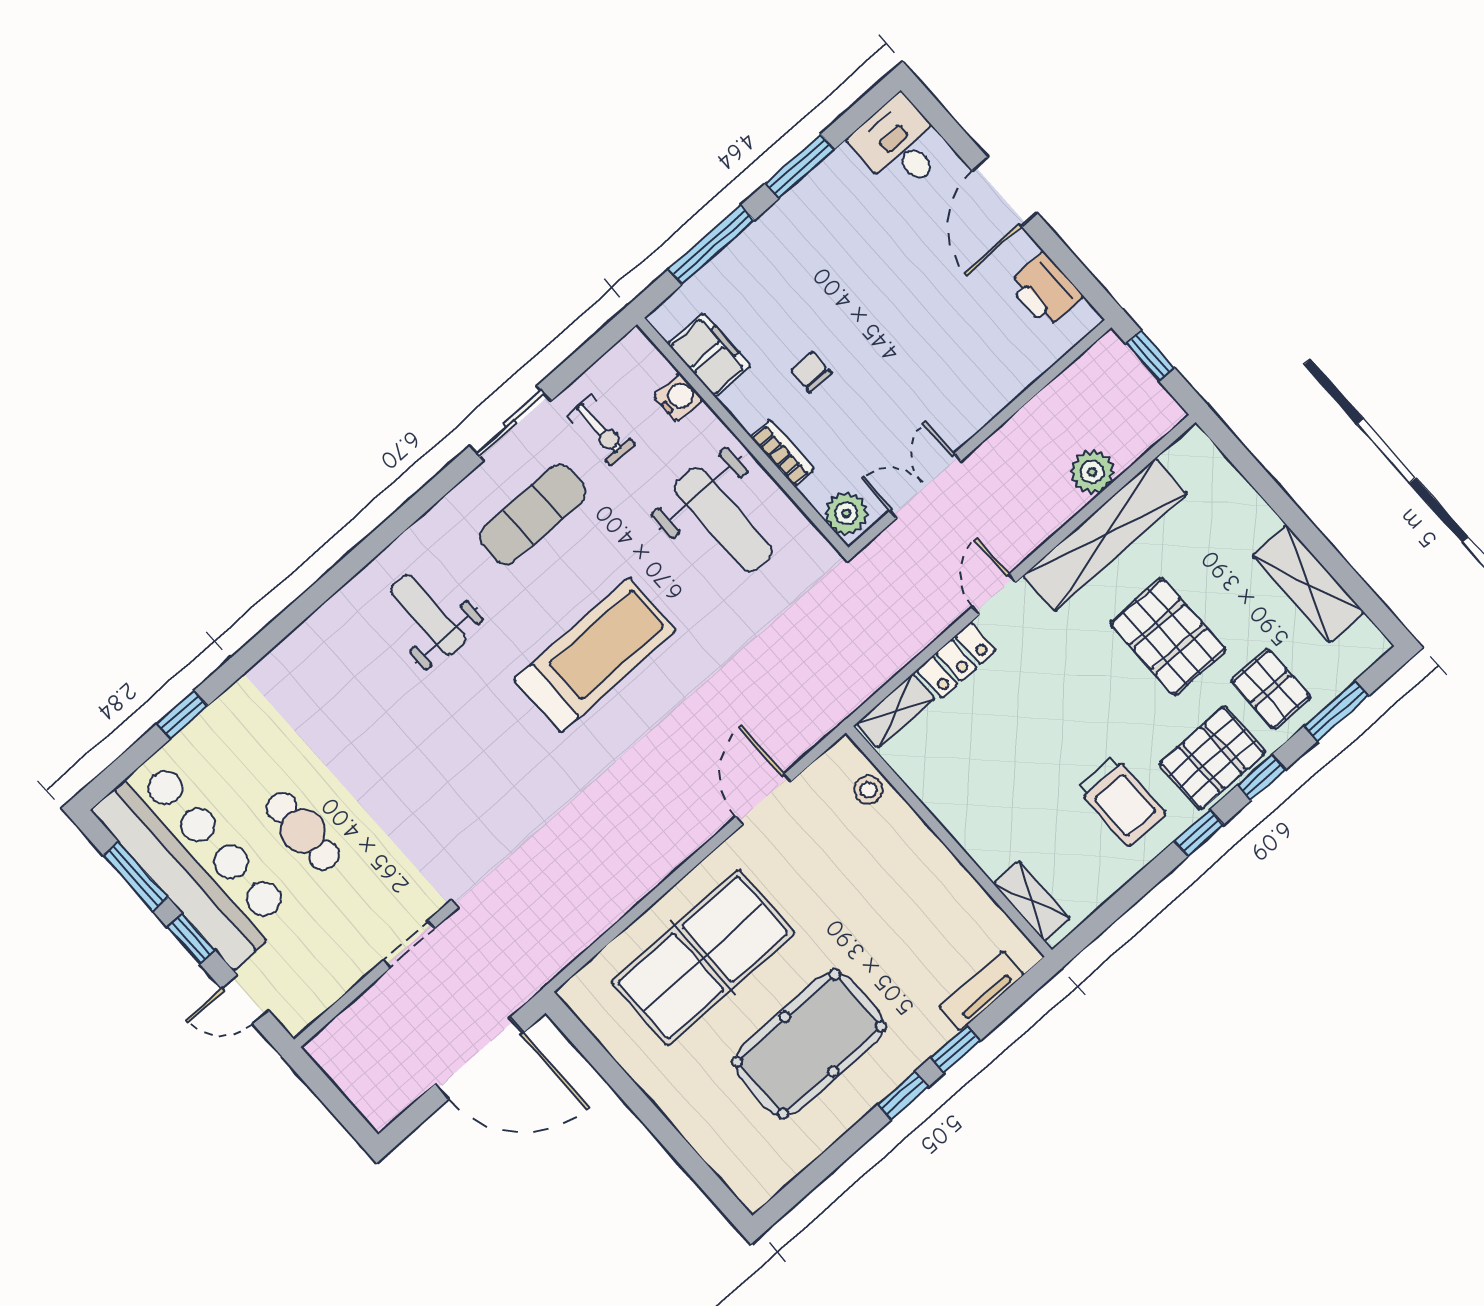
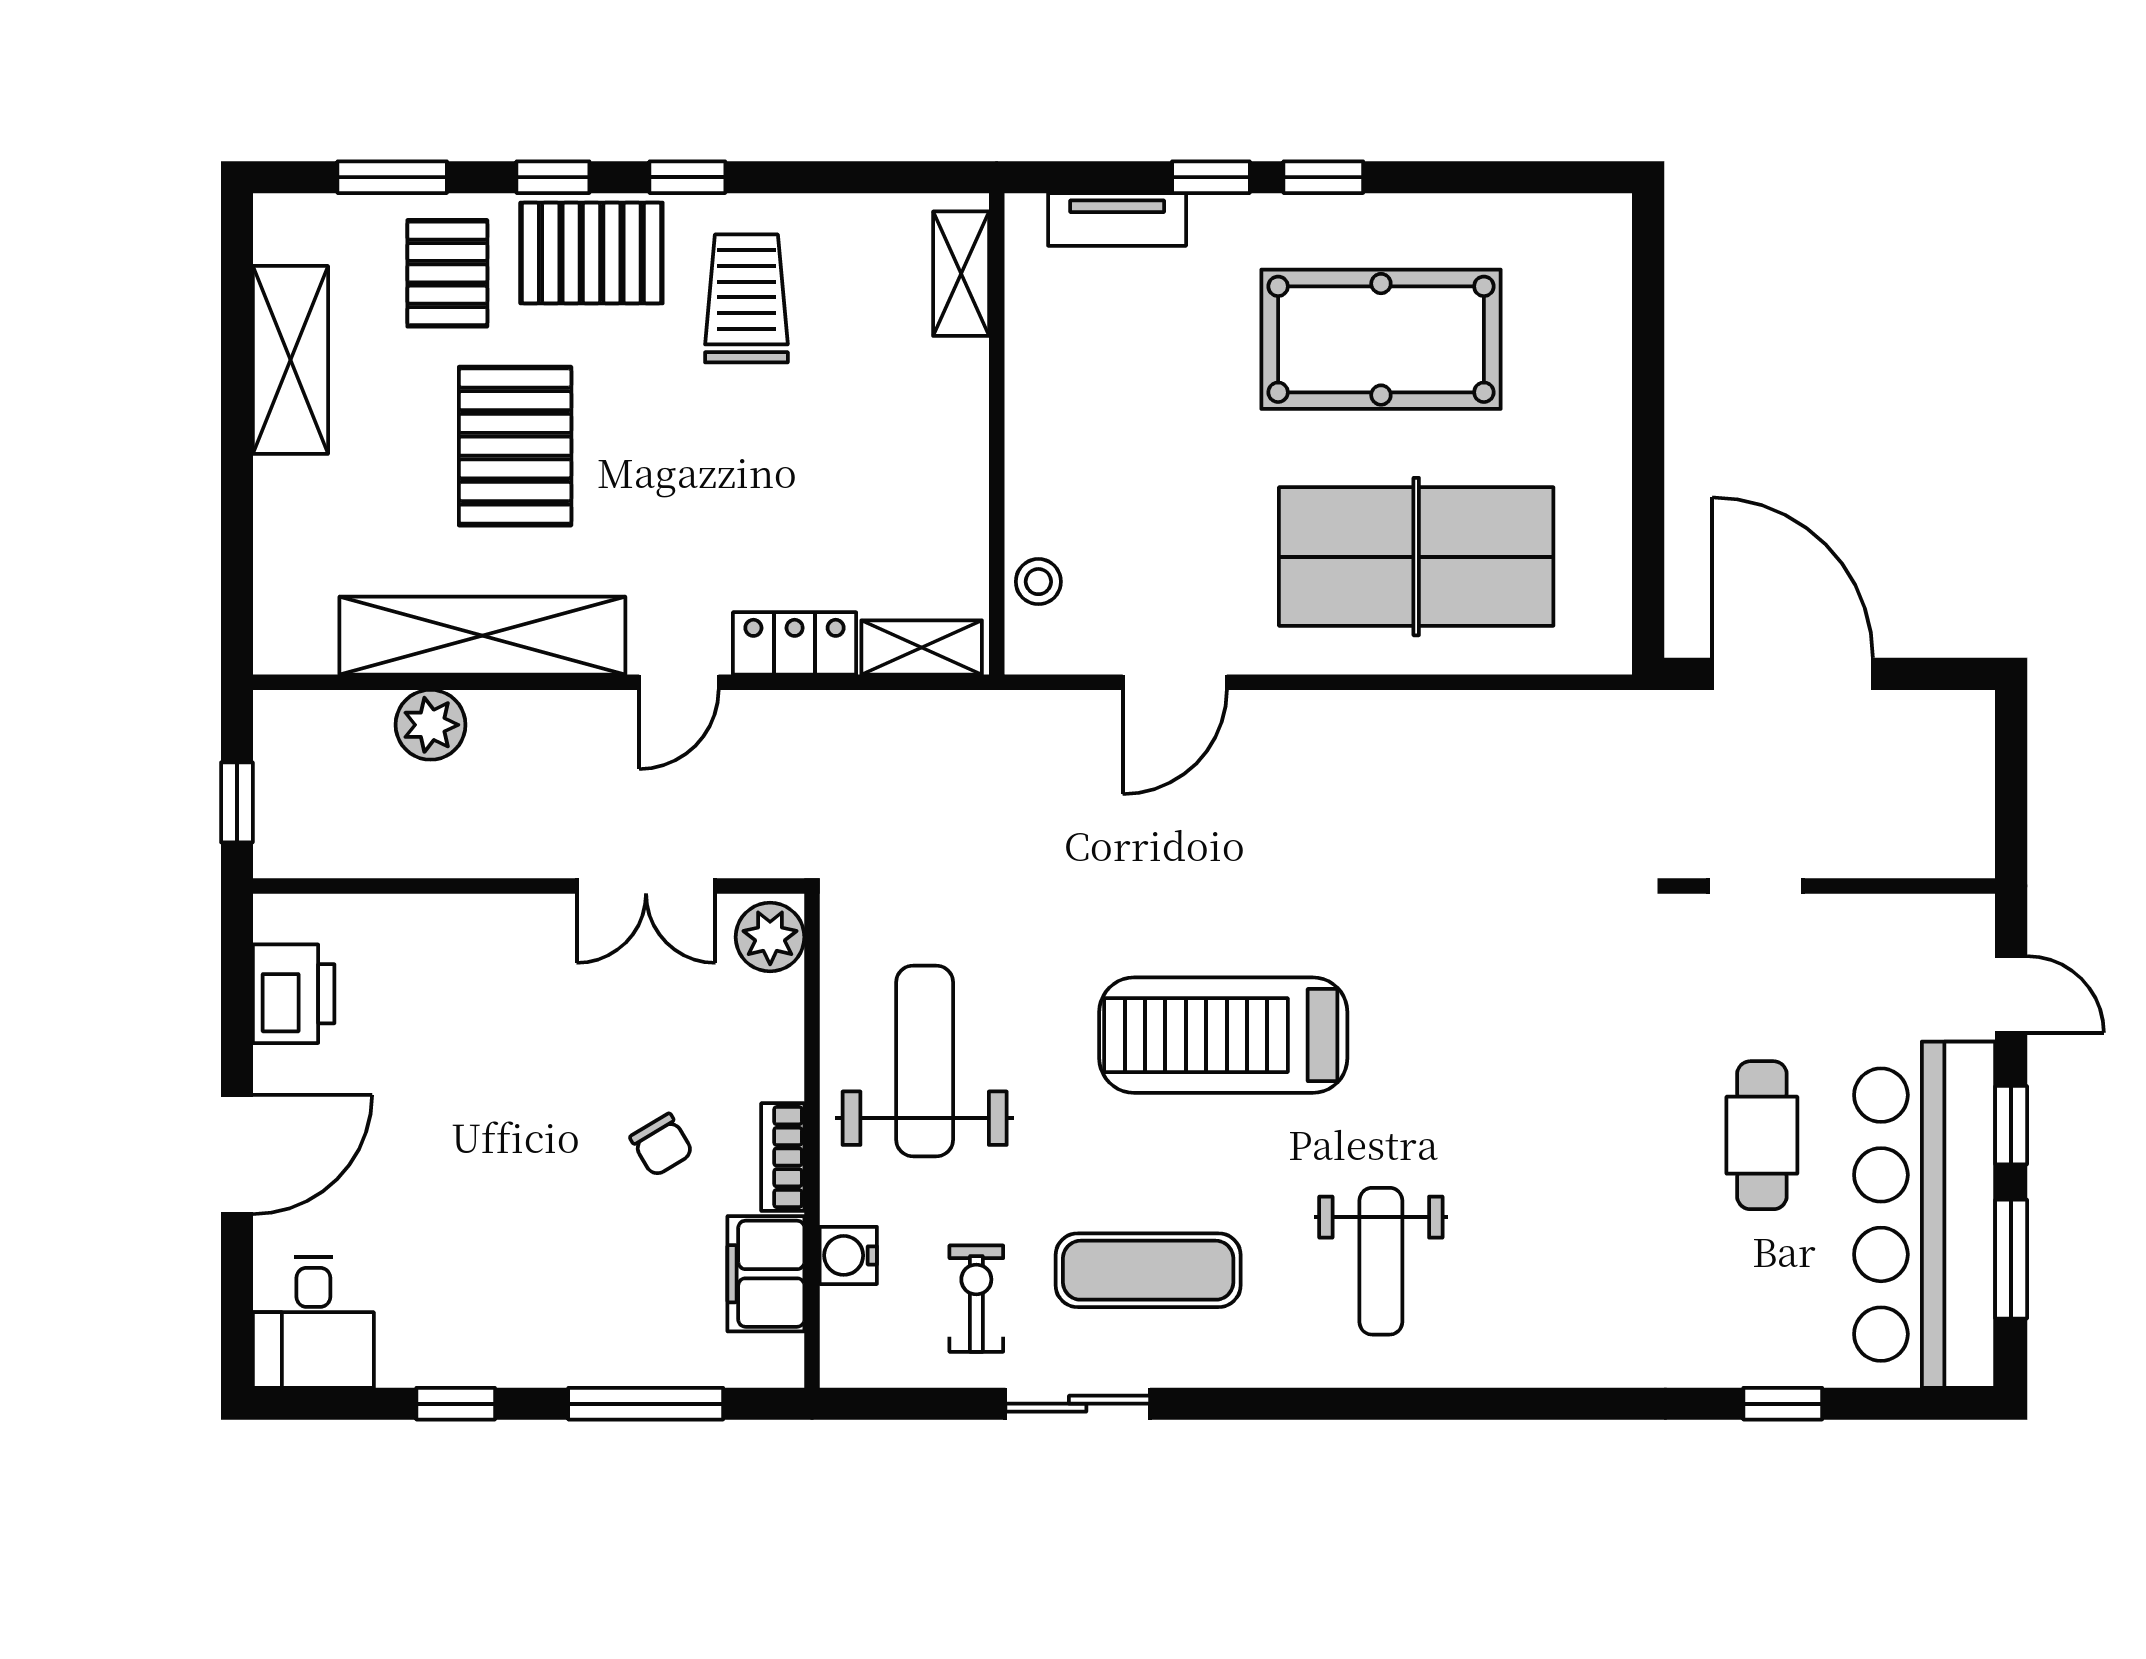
window: (800, 166) -> (456, 1404), width x0.67
chair: (811, 372) -> (662, 1145), turned -31
bookcase: (782, 453) -> (783, 1157), moved

